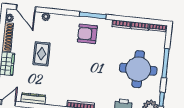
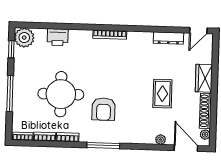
armchair: (87, 34) -> (104, 109), moved, turned 90
round table: (138, 69) -> (61, 94), moved

